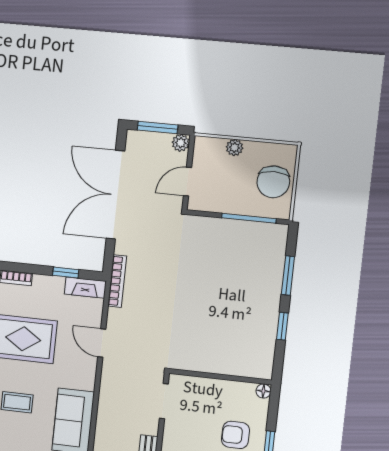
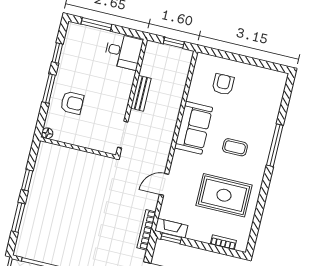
window: (66, 272) -> (171, 238), moved
door: (102, 343) -> (164, 184), swing flipped

